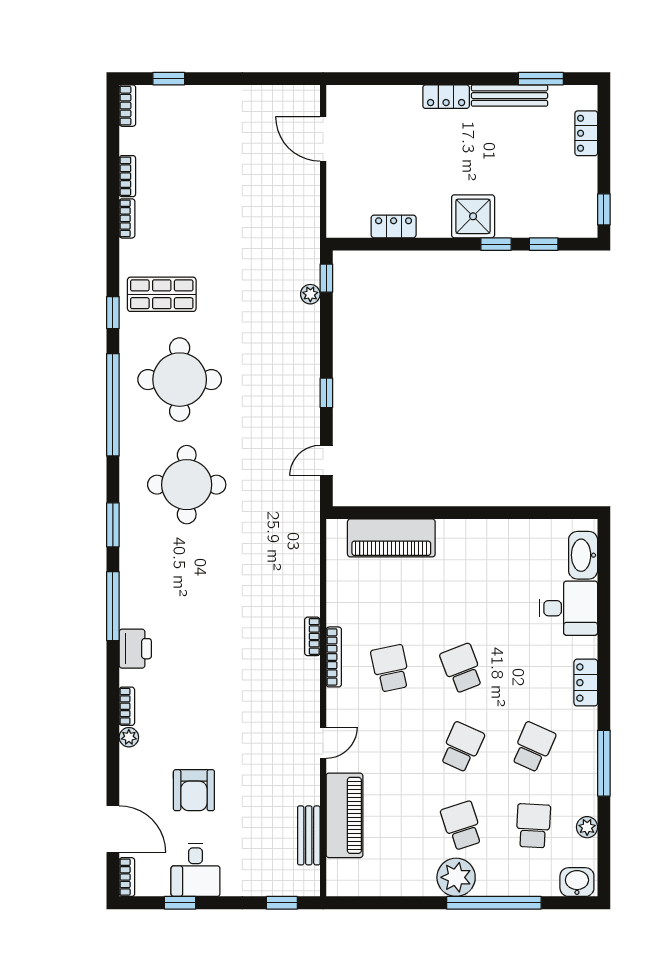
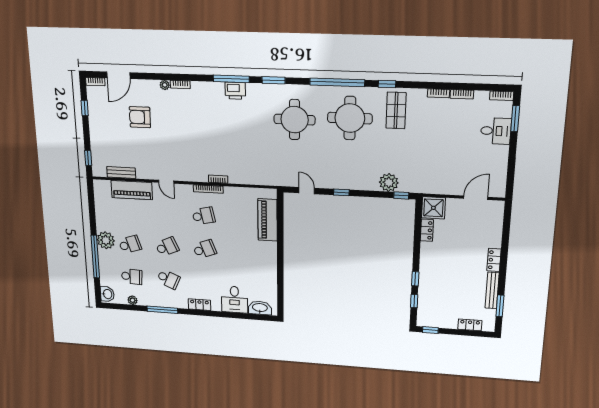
window: (169, 79) -> (515, 119), width x1.50
shower: (473, 216) -> (433, 208), moved
plant: (310, 294) -> (389, 183), width x1.87, depth x1.87
printer: (135, 649) -> (235, 91), moved
school desk: (462, 747) -> (167, 247), turned -48
desk: (195, 870) -> (496, 131), moved, turned 180

